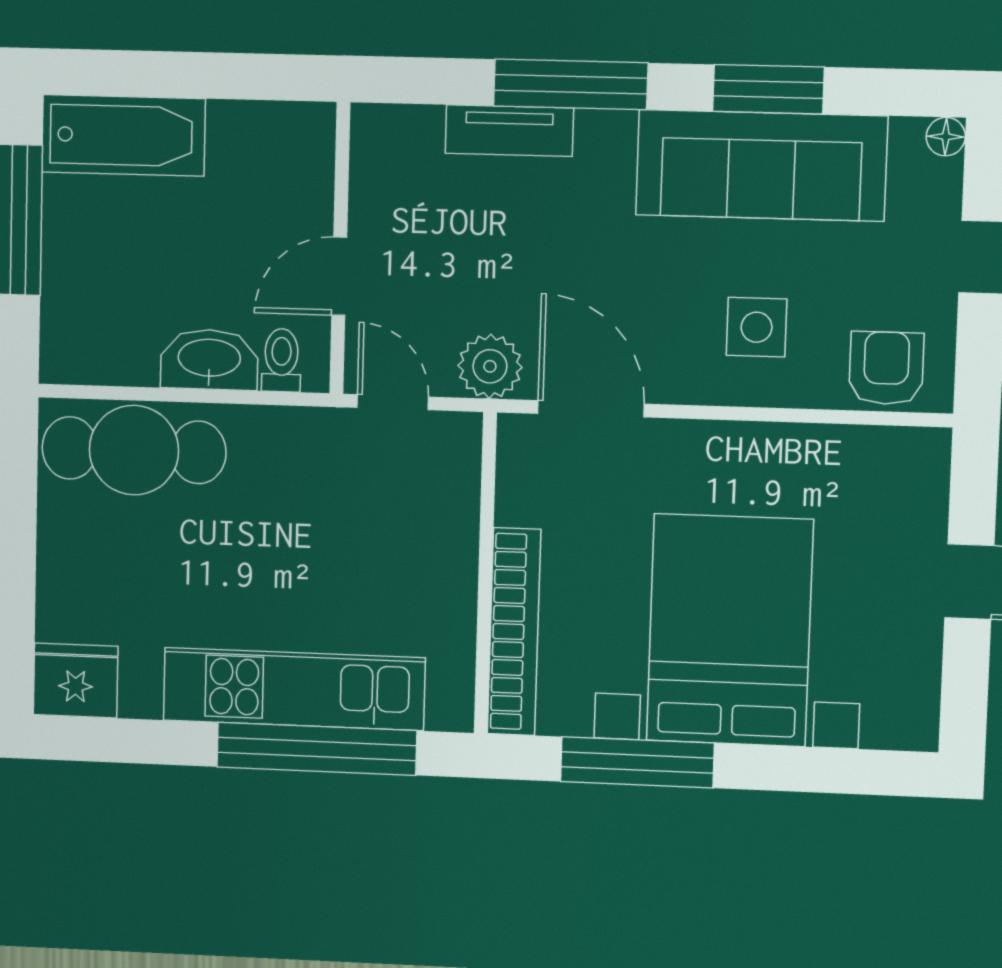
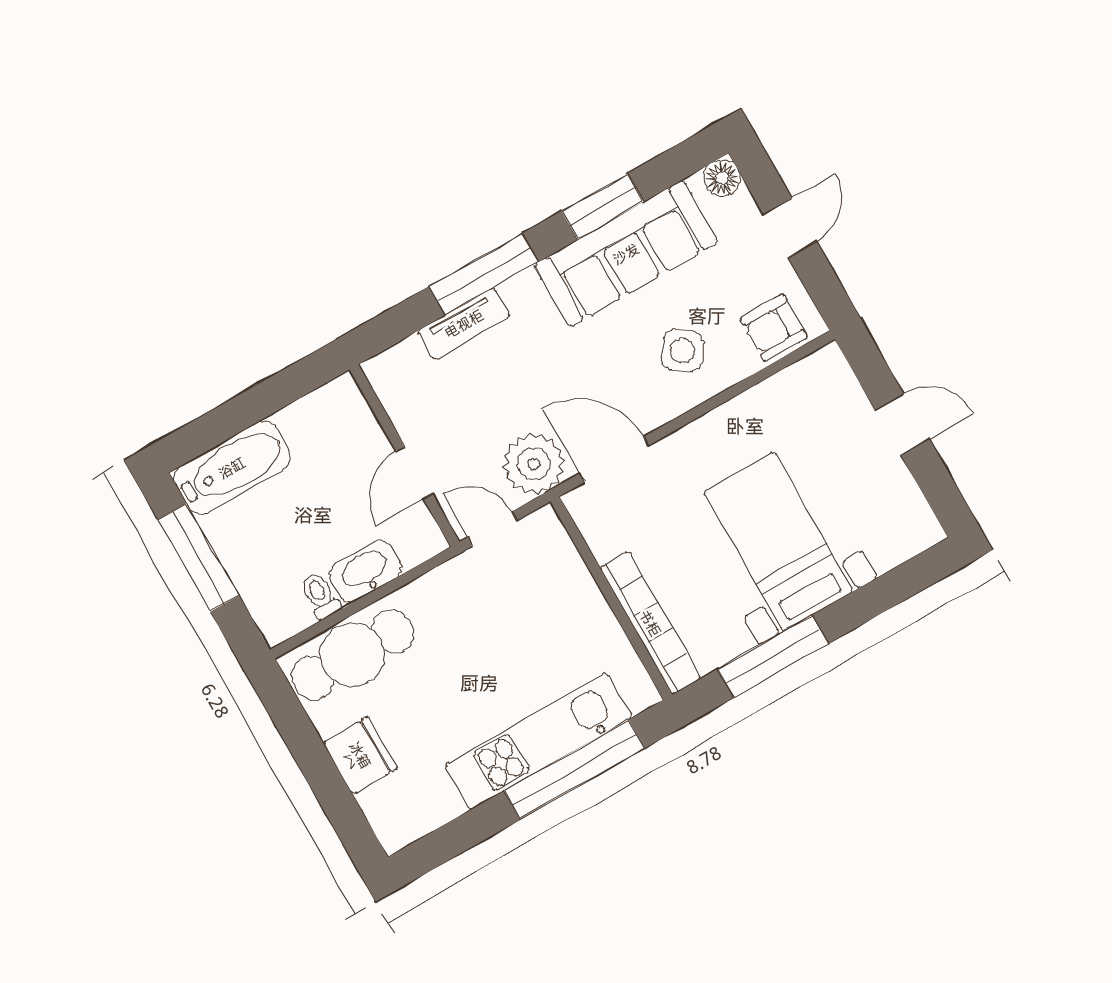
floor lamp: (946, 137) -> (722, 178), width x1.37, depth x1.37
side table: (757, 327) -> (682, 351), turned 36
toilet: (281, 360) -> (320, 596), moved
plant: (490, 366) -> (534, 464), width x1.36, depth x1.36
armchair: (886, 368) -> (774, 328), turned -90
bed with nightstands: (730, 630) -> (779, 541), width x0.73
fridge: (76, 681) -> (360, 755), moved, turned 90

